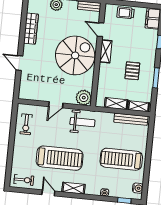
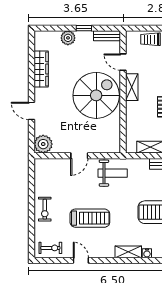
plant: (84, 98) -> (43, 144), moved
exercise bike: (26, 124) -> (45, 209), moved
treadmill: (60, 158) -> (90, 218), width x0.73, depth x0.73
shelving: (73, 188) -> (128, 252), moved

